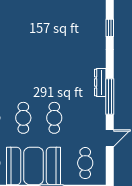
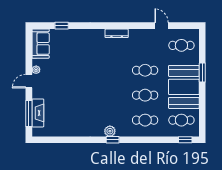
window: (110, 28) -> (62, 26), moved
window: (110, 97) -> (128, 26), removed

